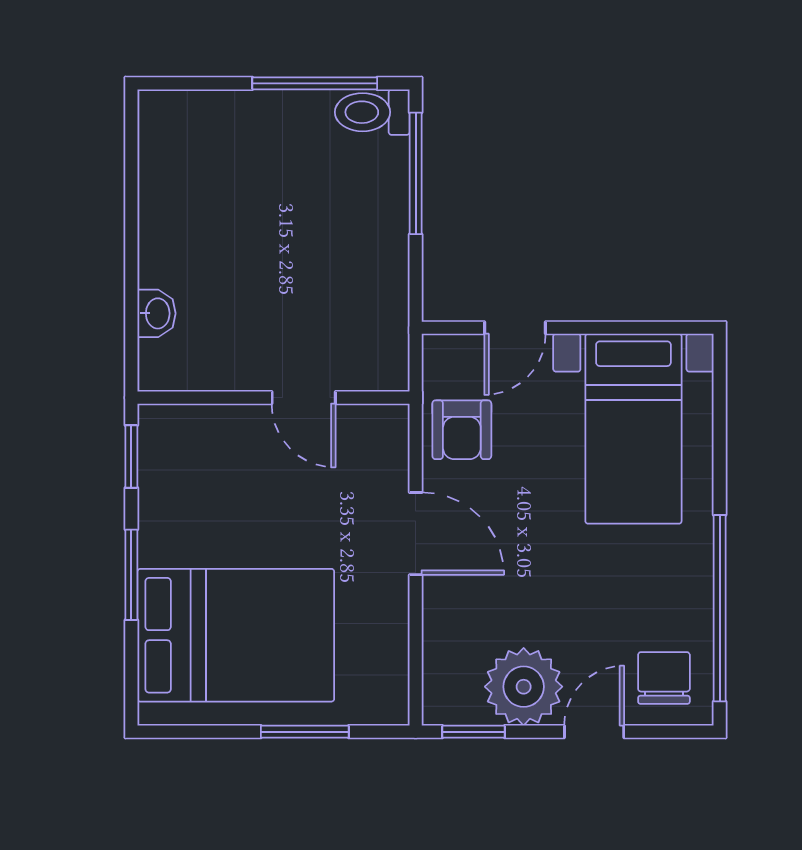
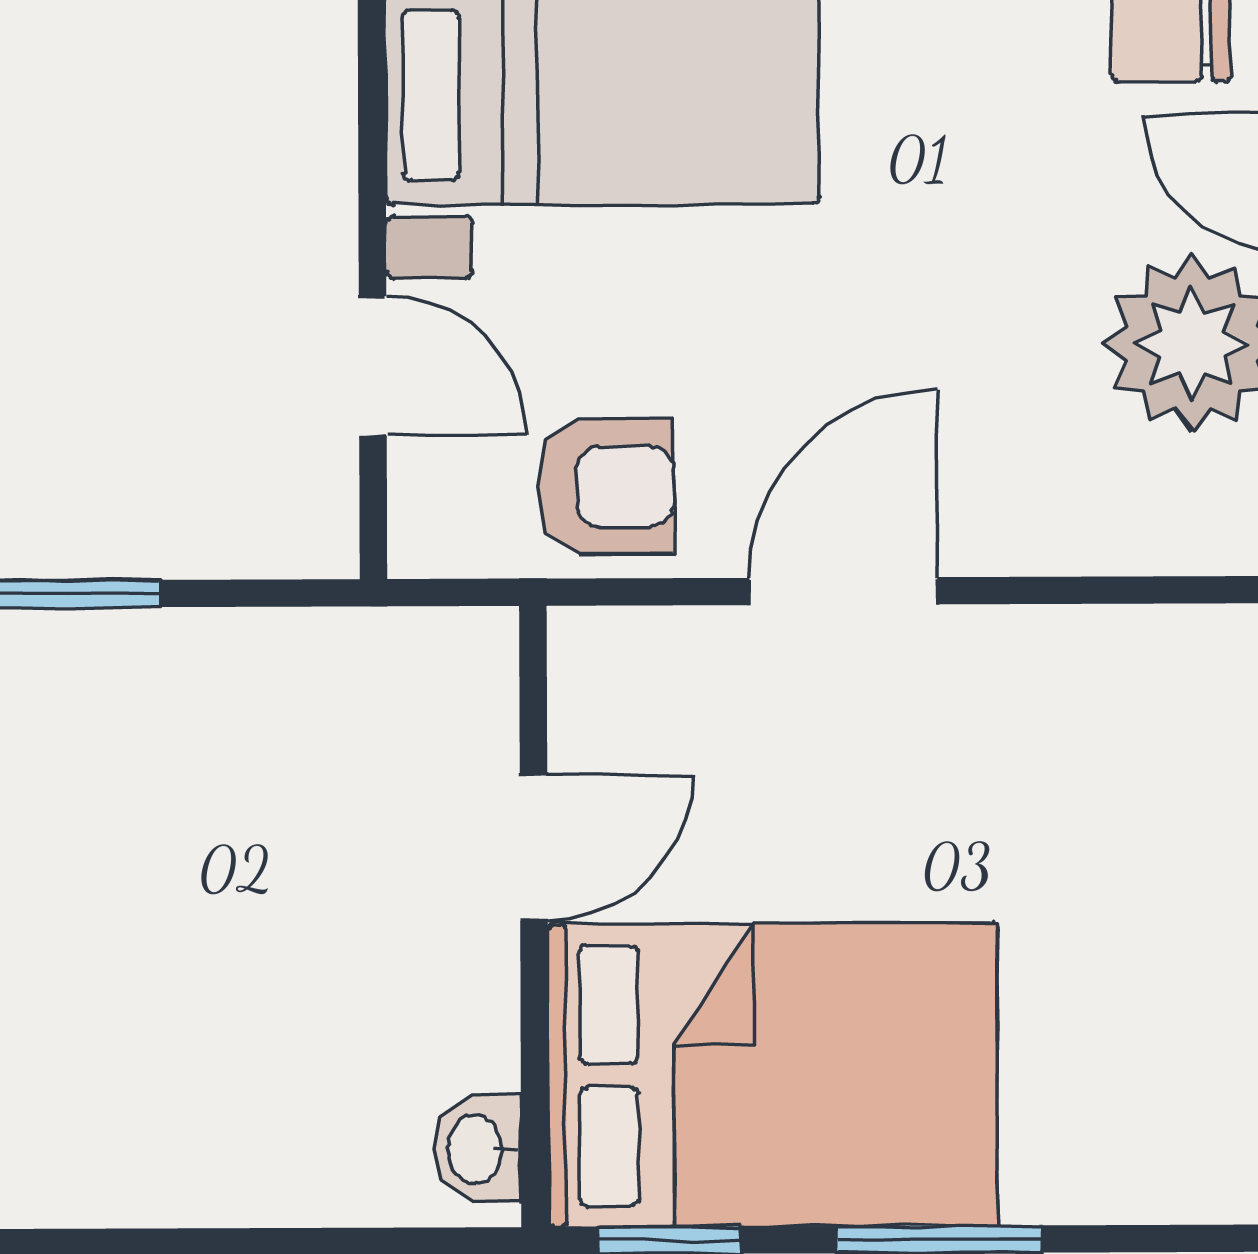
washbasin: (157, 313) -> (477, 1149), moved, turned -90
bed: (236, 635) -> (773, 1075), moved, turned 90

